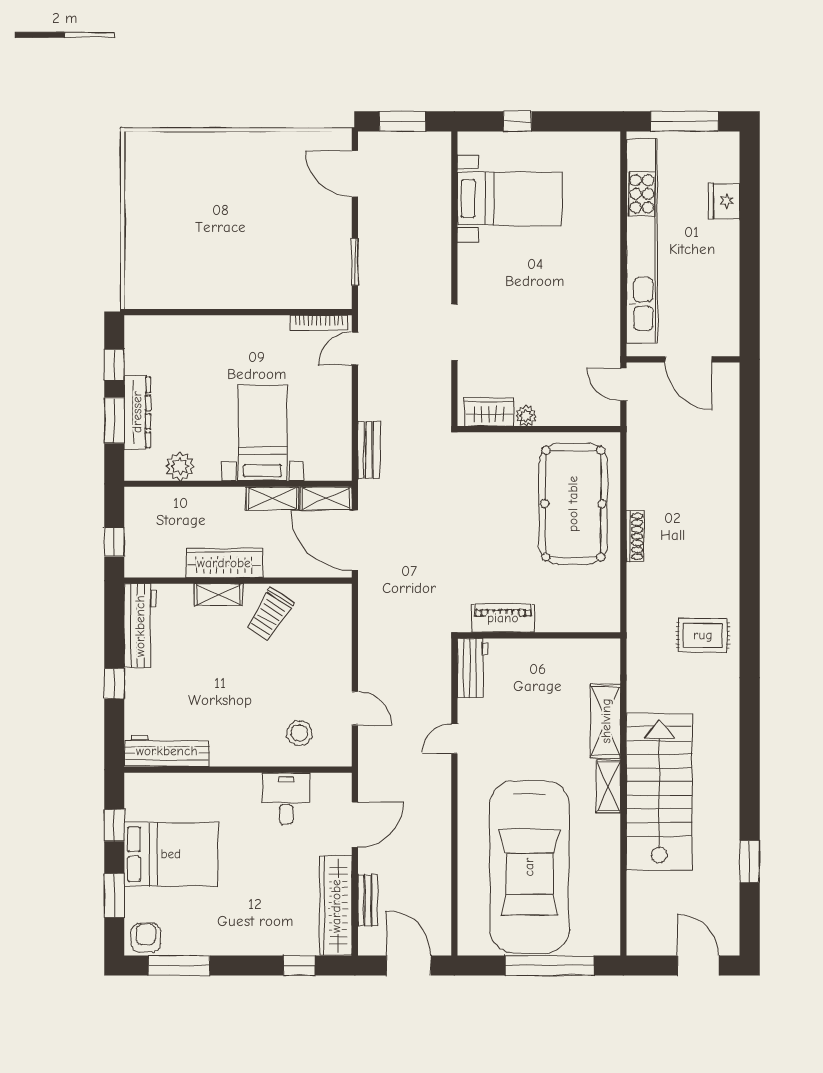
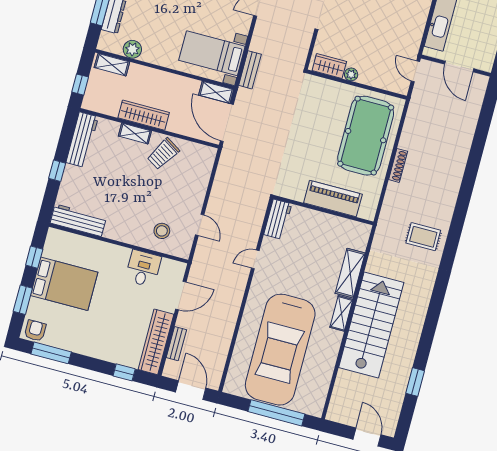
bed with nightstands: (262, 433) -> (212, 53), moved, turned -90
shelving: (272, 498) -> (112, 65), moved
piano: (503, 618) -> (333, 199), moved, width x1.37, depth x1.33

